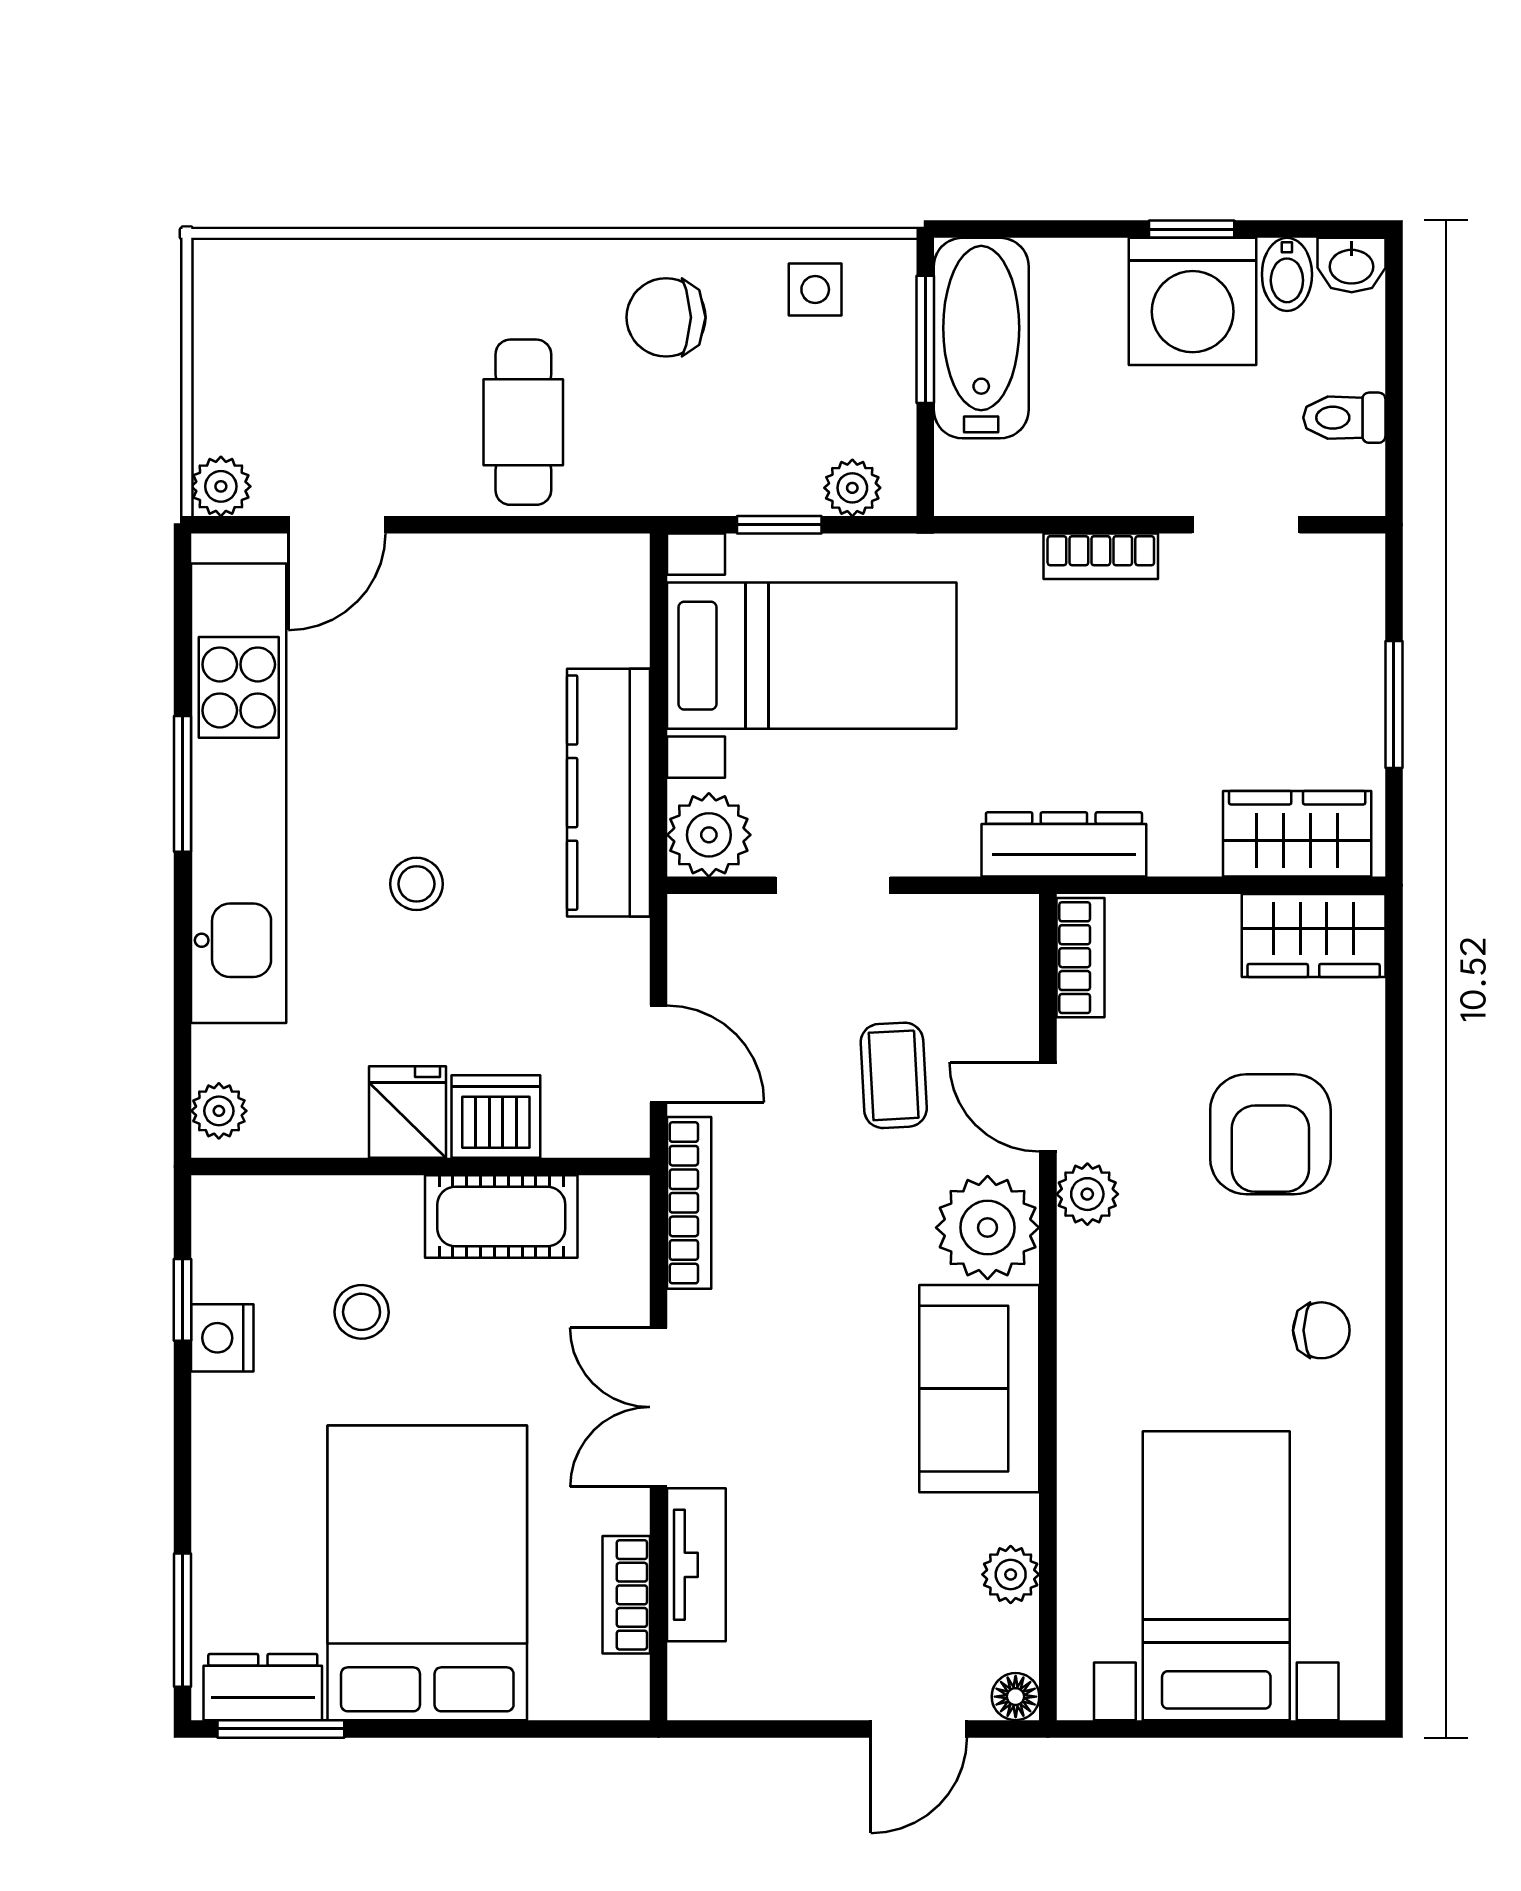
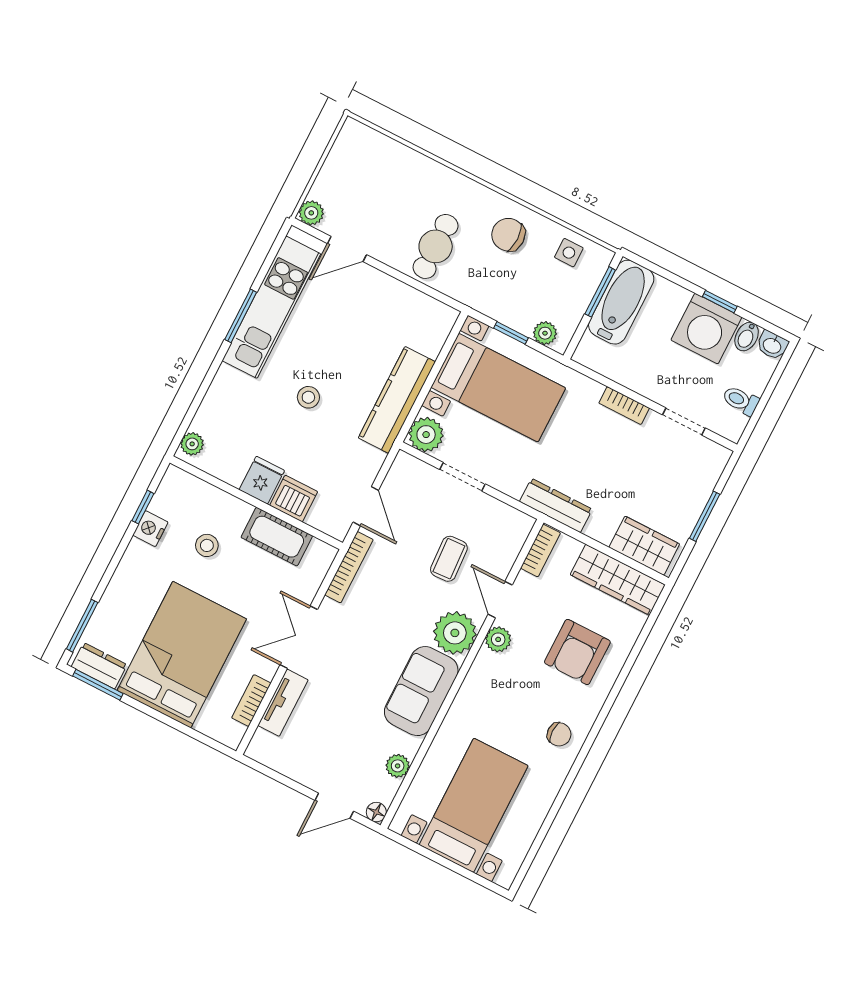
kitchen unit: (239, 793) -> (271, 307), width x0.73
wardrobe: (1314, 936) -> (618, 580), width x1.50

